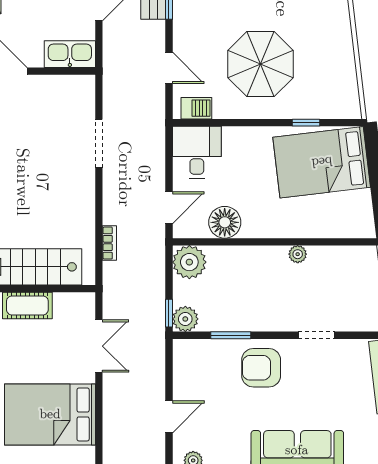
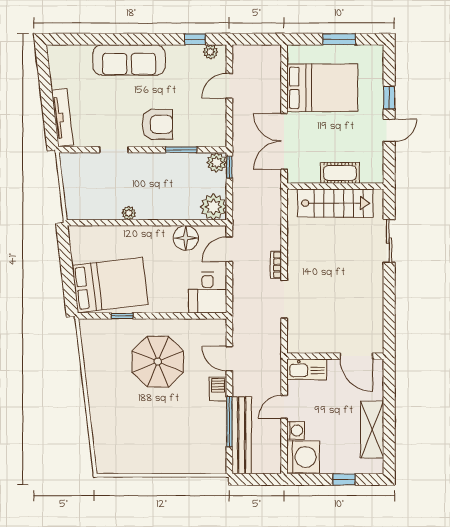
barbecue: (196, 108) -> (218, 389), moved, turned 90
bookcase: (109, 243) -> (276, 265), moved
double door: (99, 346) -> (284, 141), width x1.37

